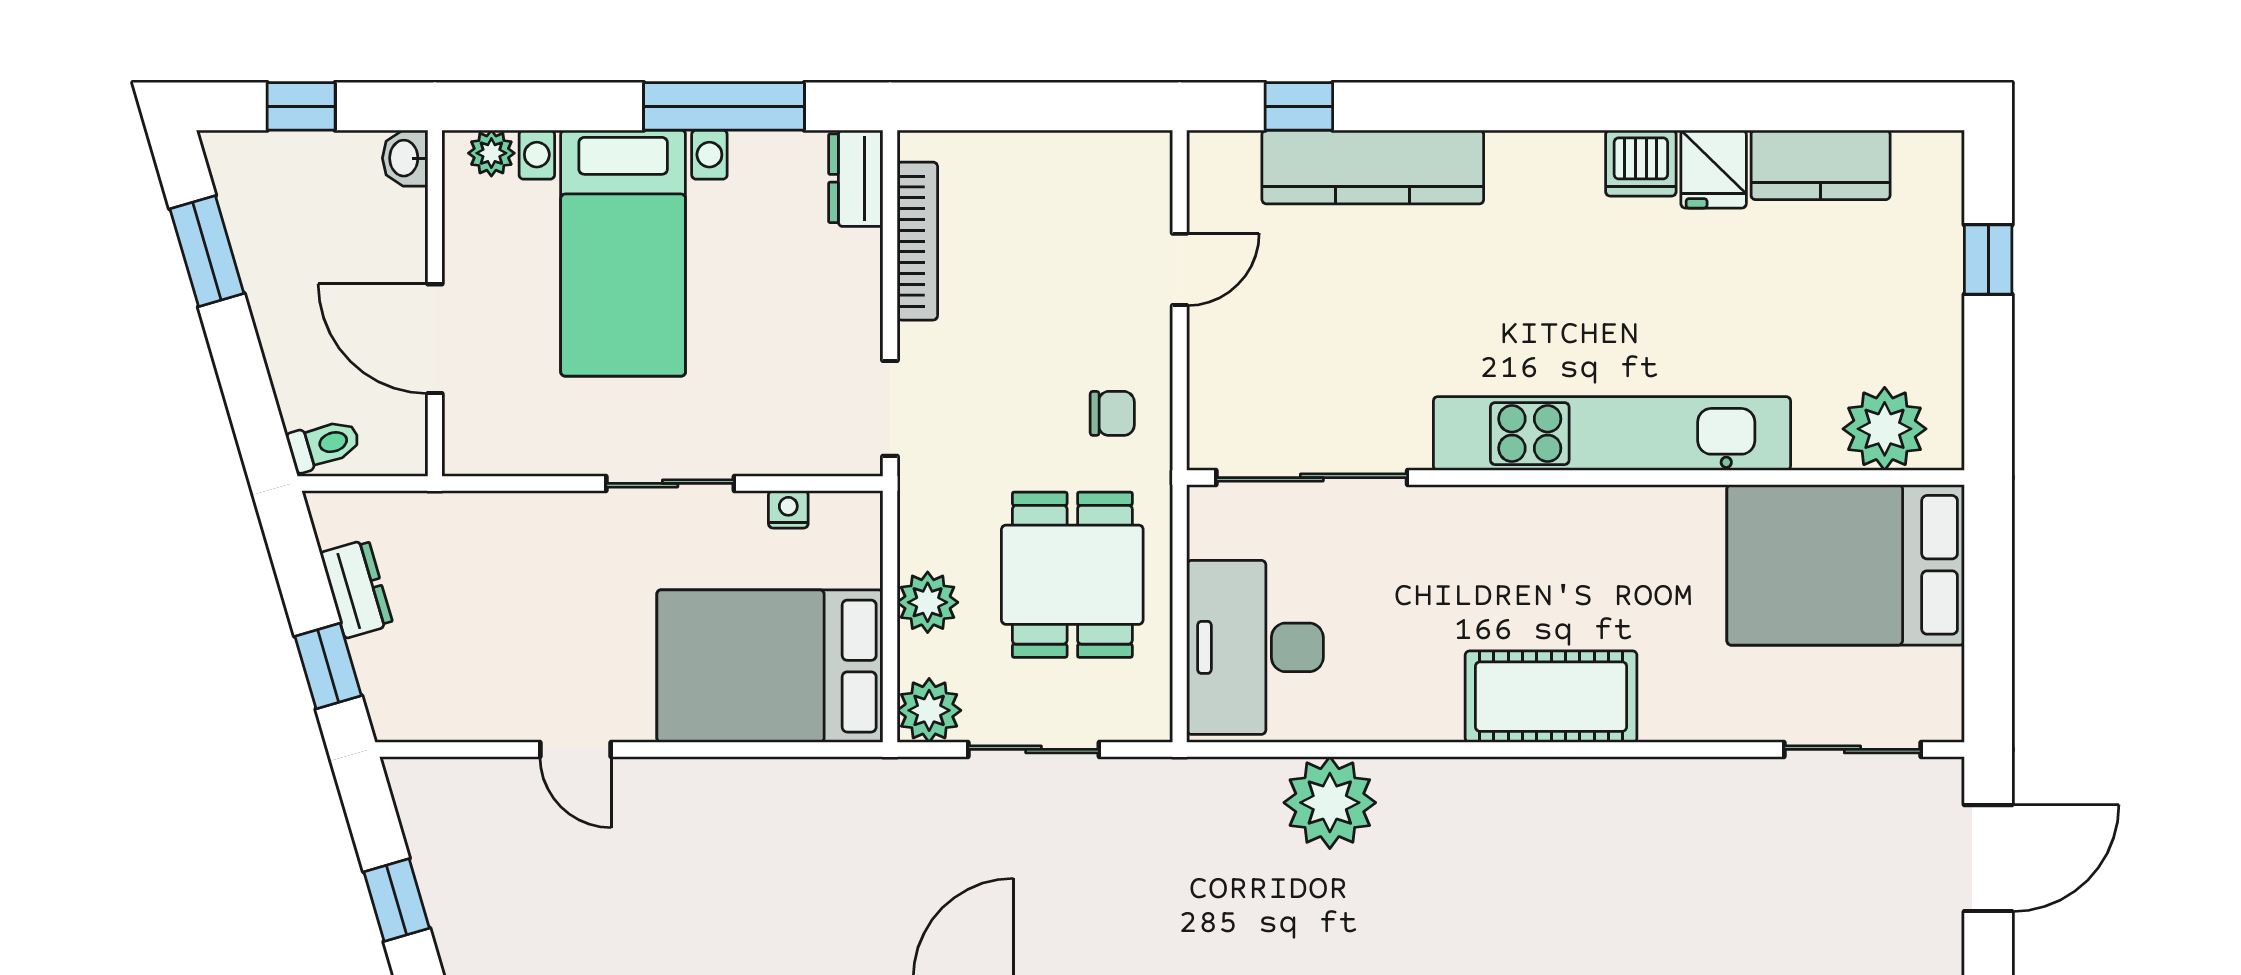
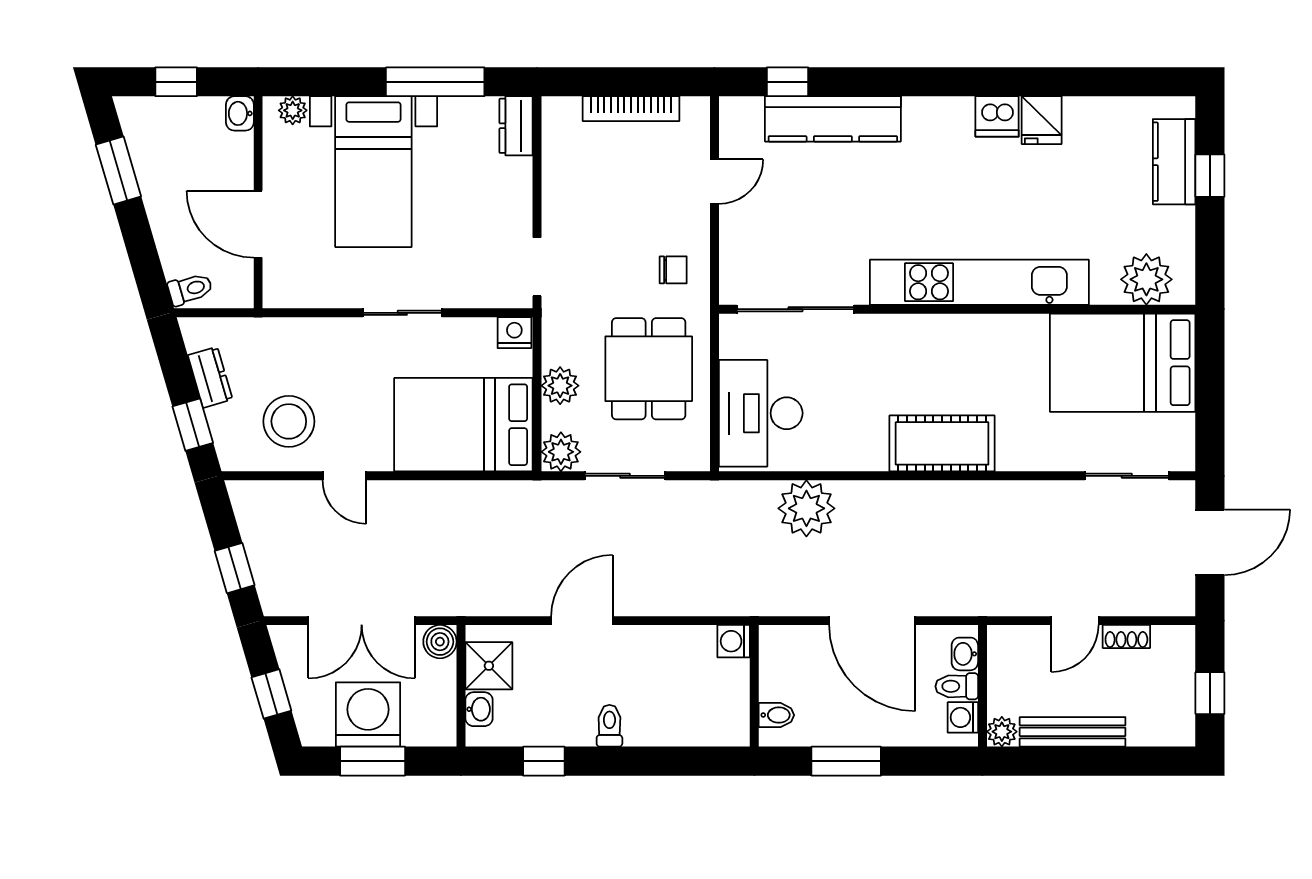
kitchen counter: (1821, 165) -> (1174, 162), moved, turned 90
bookcase: (917, 241) -> (631, 109), moved, turned 90
nightstand: (788, 509) -> (514, 333), moved, width x1.39, depth x1.35
stool: (485, 661) -> (289, 421), added

